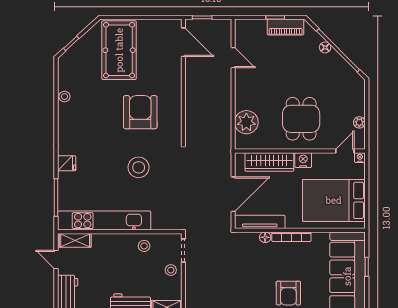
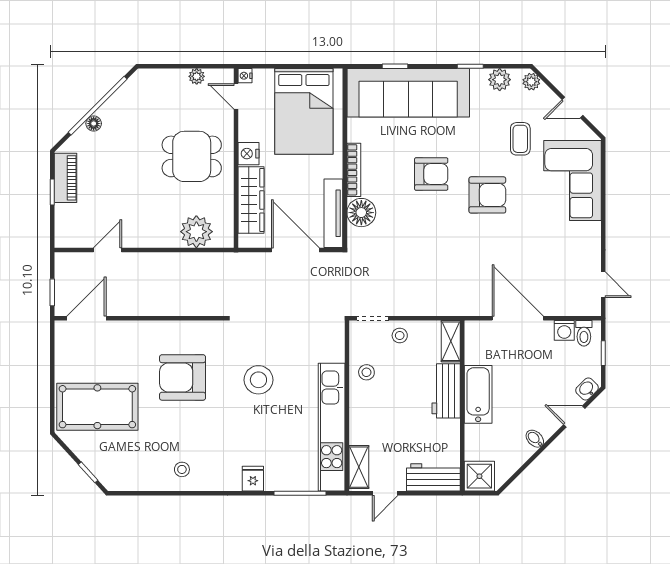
stool: (64, 97) -> (182, 469), moved
floor lamp: (265, 237) -> (361, 213), width x1.89, depth x1.89

